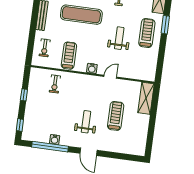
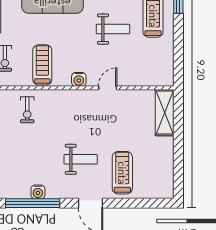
weight bench: (119, 38) -> (113, 29), turned 90
treadmill: (116, 116) -> (122, 173), moved
weight bench: (86, 122) -> (81, 159), turned 90

